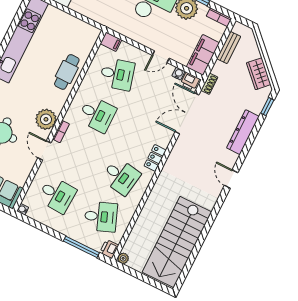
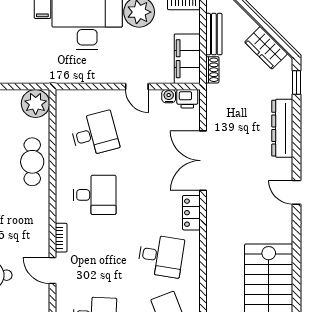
filing cabinet: (111, 42) -> (67, 98), removed
door: (161, 57) -> (137, 86), hinge flipped
shoe rack: (209, 84) -> (212, 70), moved
double door: (187, 113) -> (203, 161), moved
plant: (46, 119) -> (36, 103), moved

